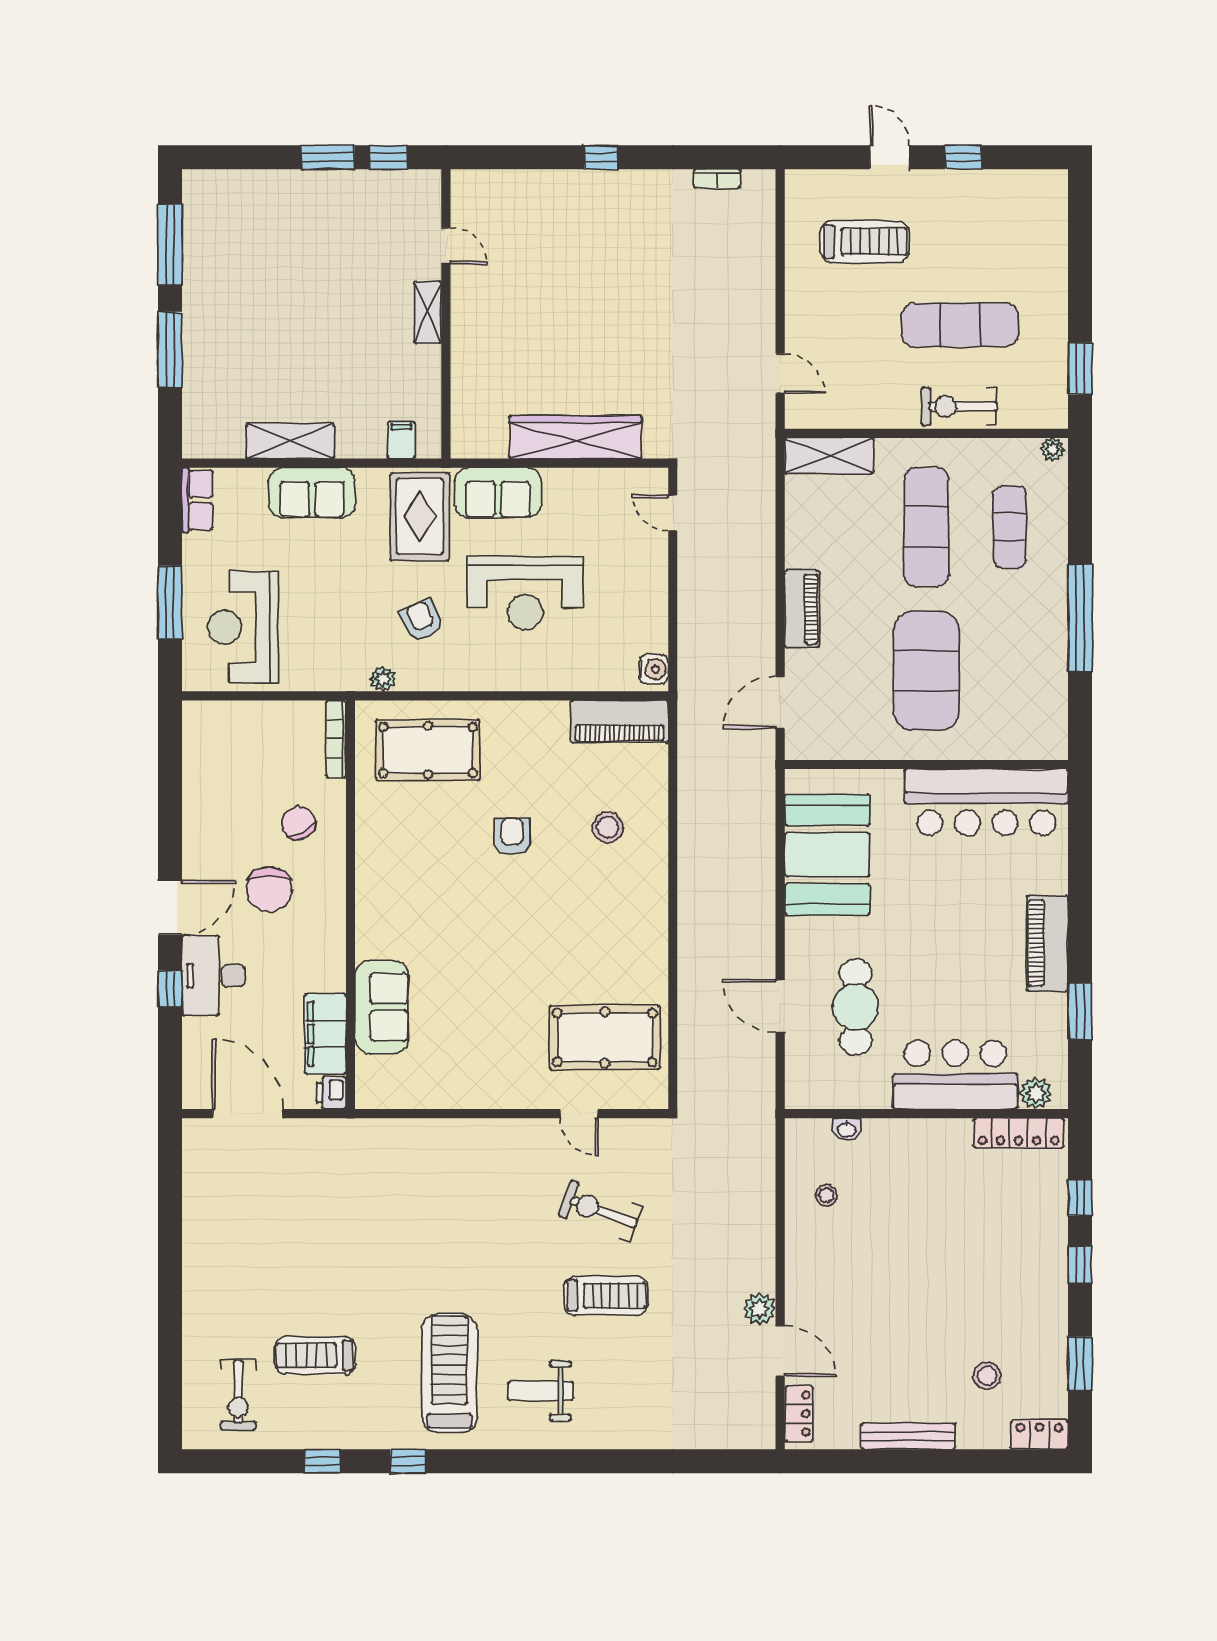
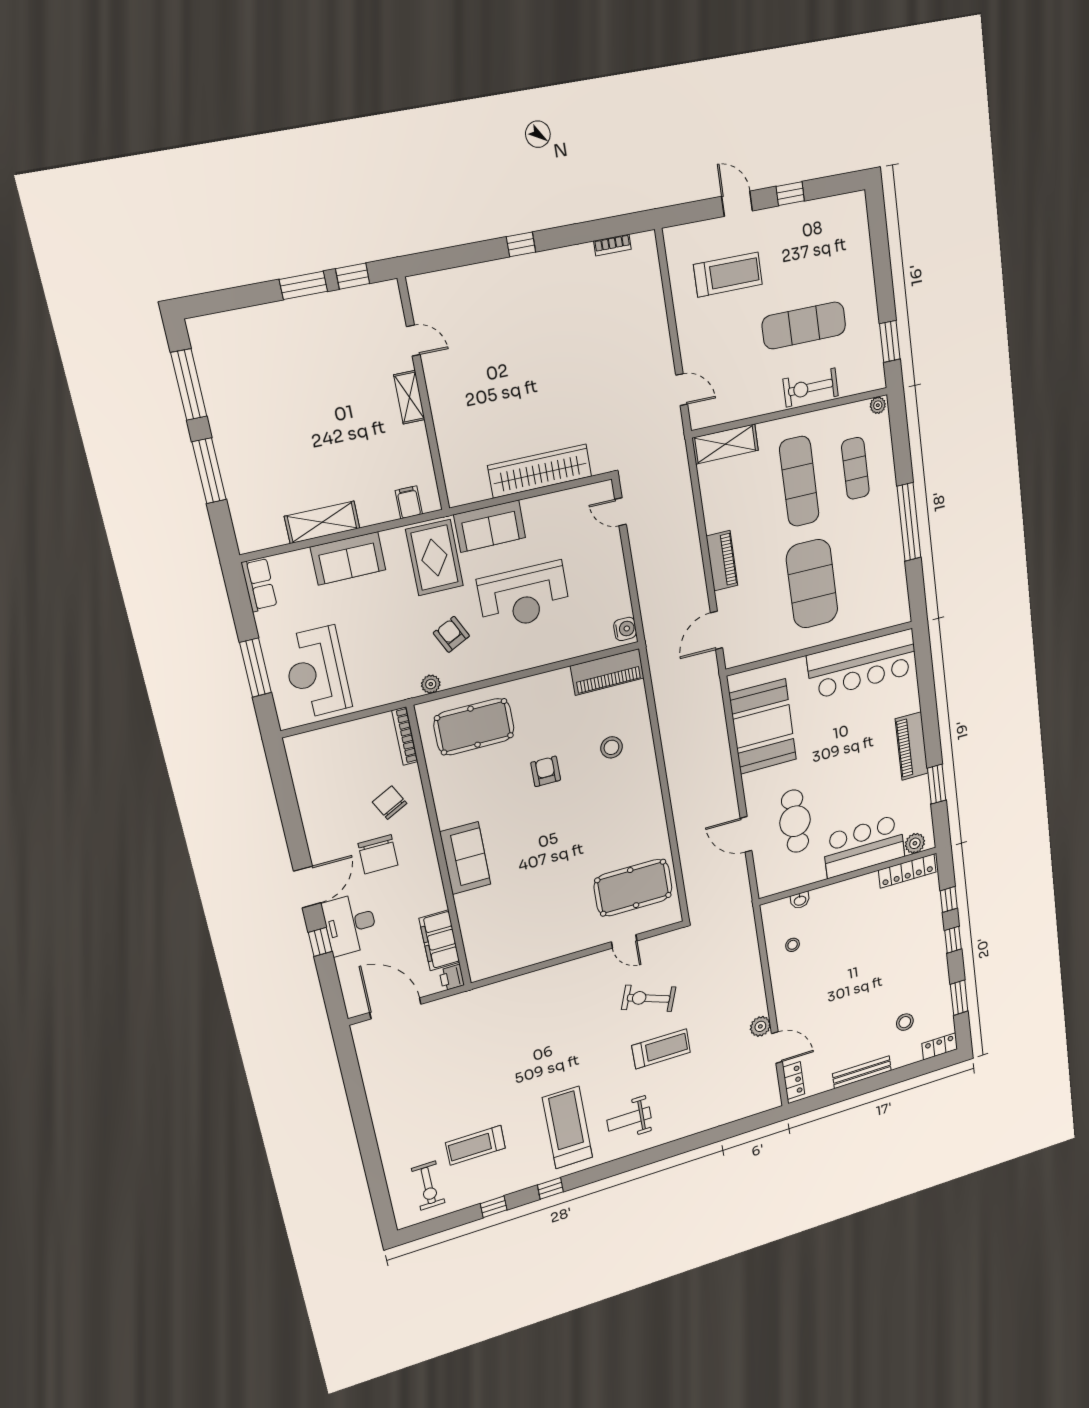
sofa: (382, 1007) -> (465, 858), moved

